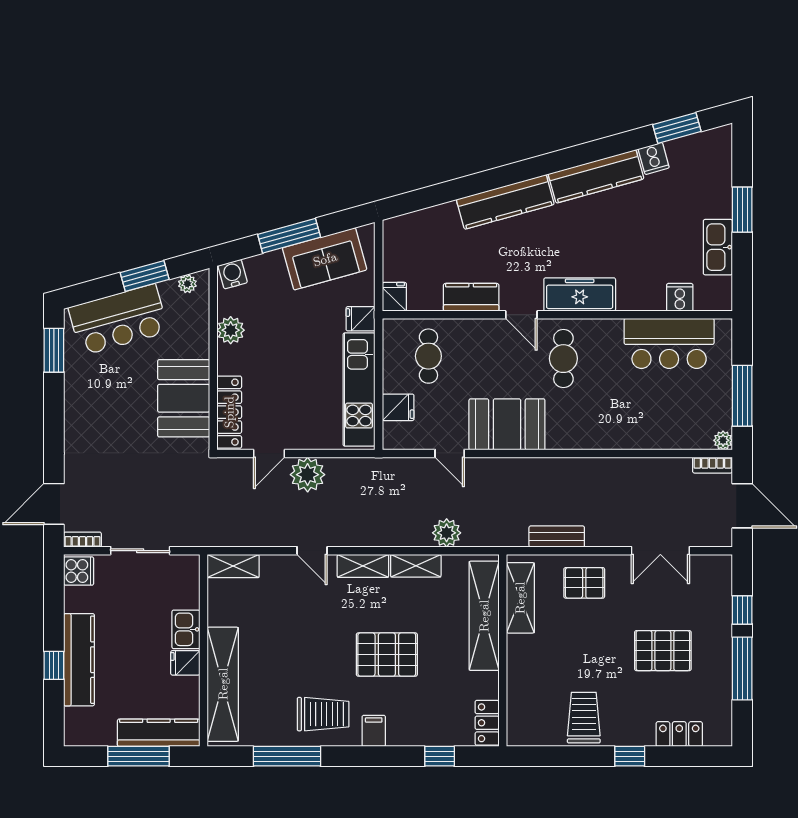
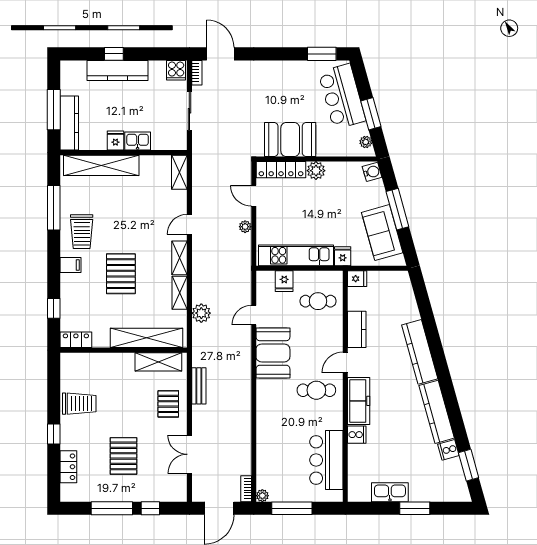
cooker: (680, 297) -> (357, 435), moved
plant: (231, 330) -> (316, 171), moved
plant: (308, 475) -> (245, 227), width x0.53, depth x0.53

